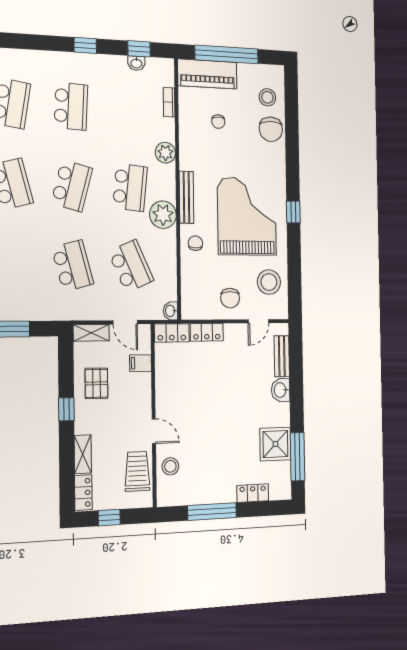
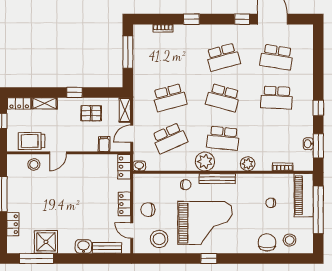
window: (139, 49) -> (318, 146), width x1.50
chair: (271, 129) -> (267, 242), turned 90
locker: (207, 332) -> (124, 204), moved
trolley: (137, 471) -> (31, 141), turned 180

